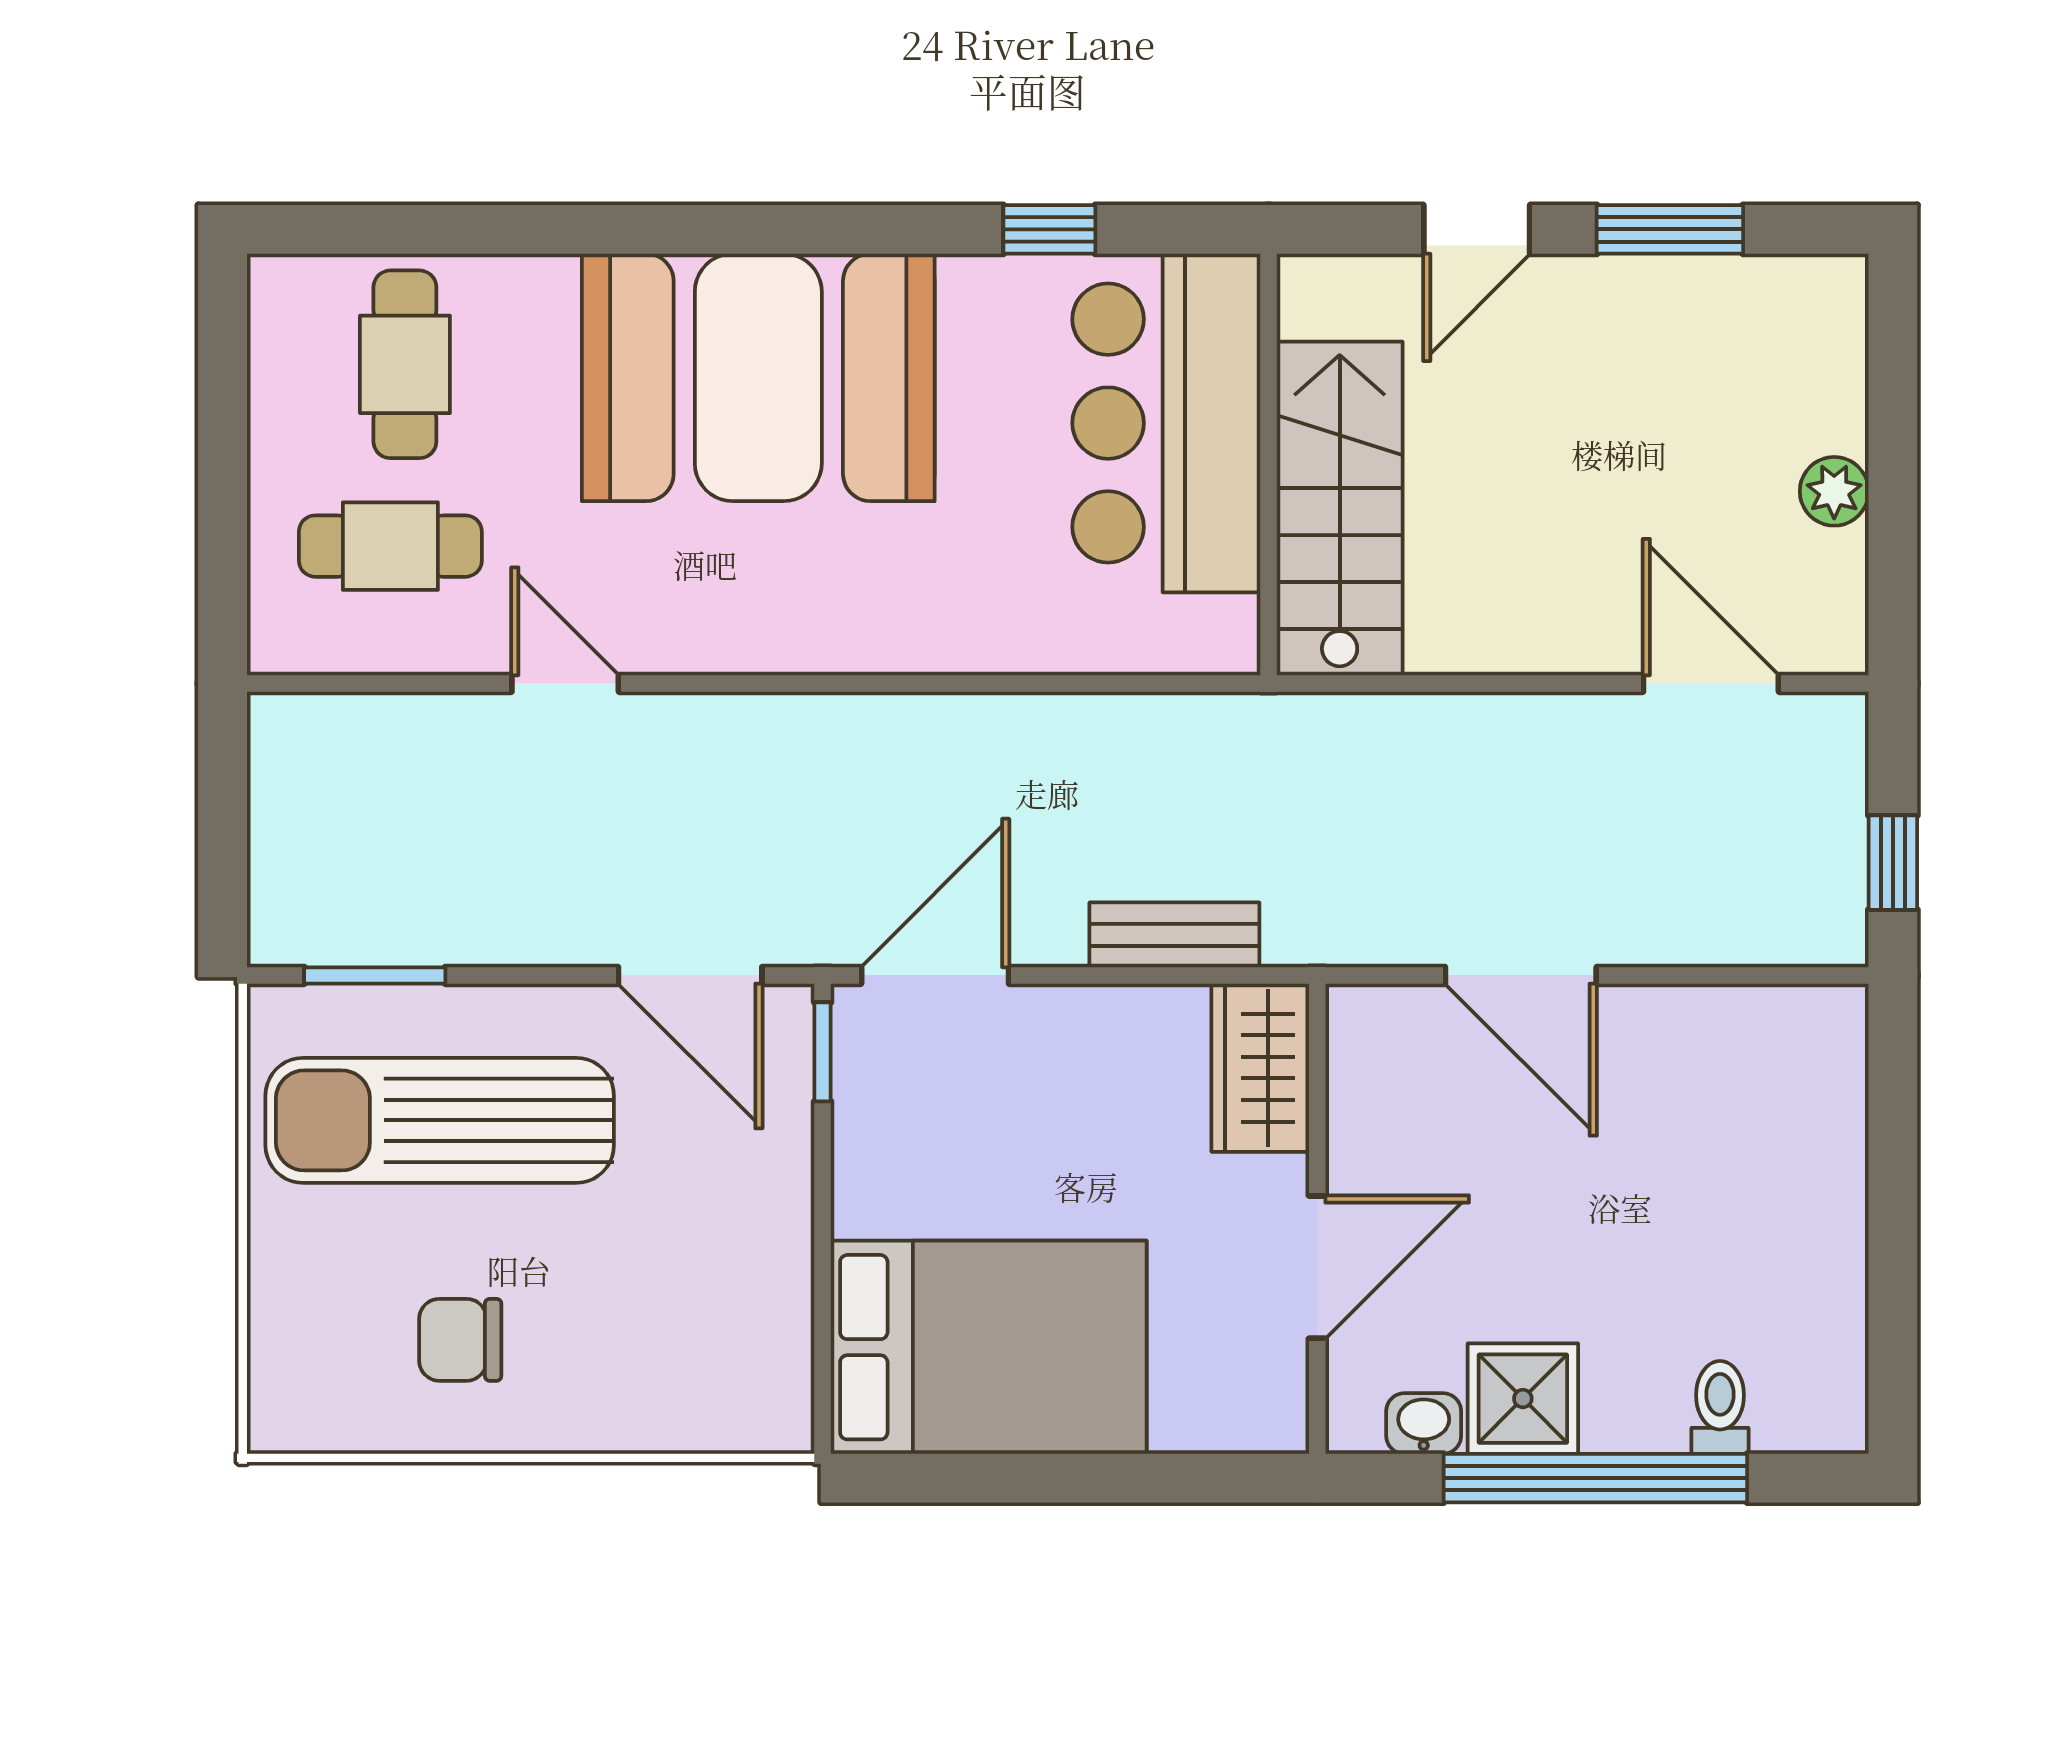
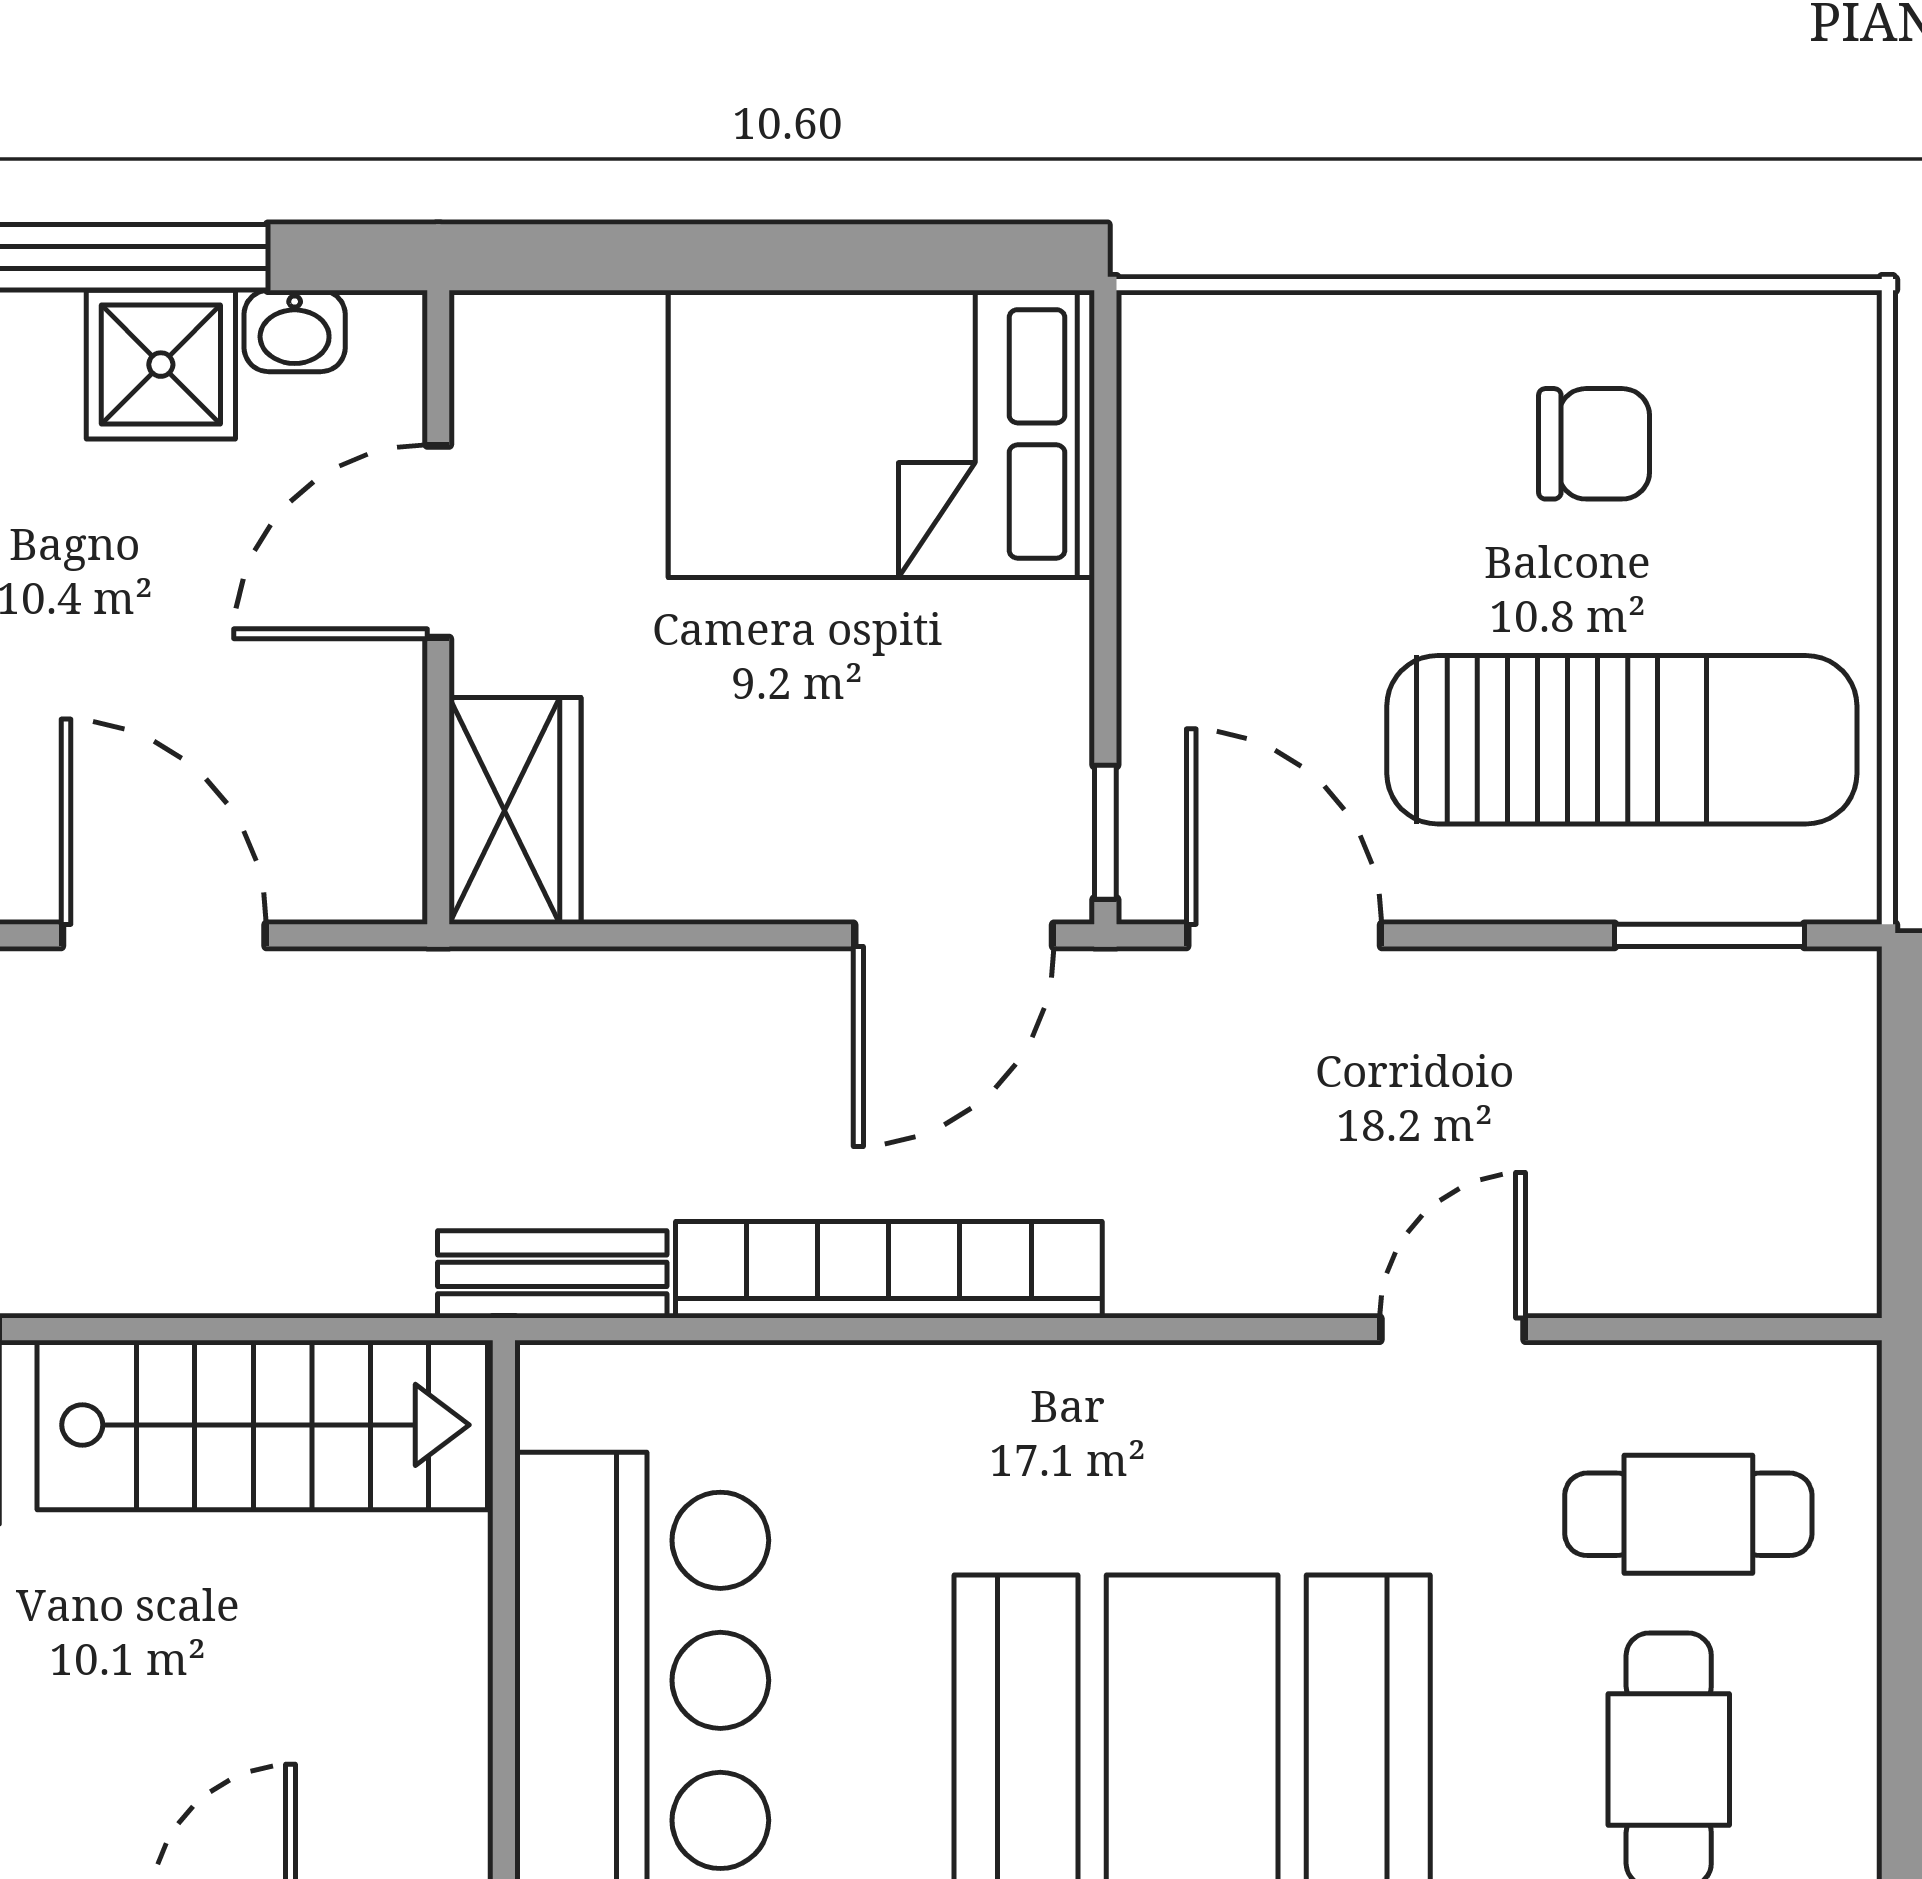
stairs: (1340, 508) -> (262, 1425), moved, turned -90
door: (565, 683) -> (1453, 1329), swing flipped
bookcase: (983, 727) -> (889, 1270), added
bench: (1174, 935) -> (552, 1274), moved

